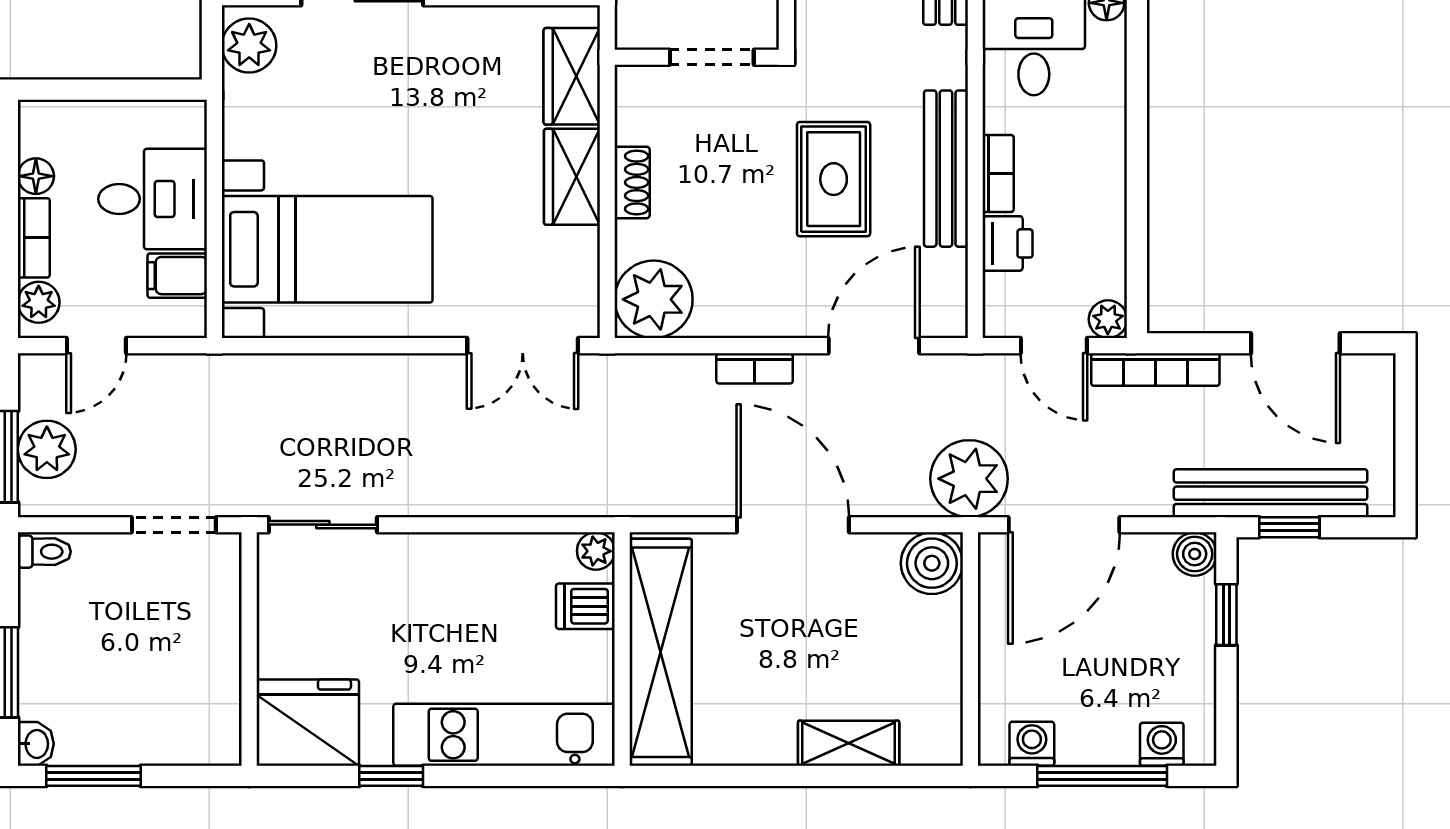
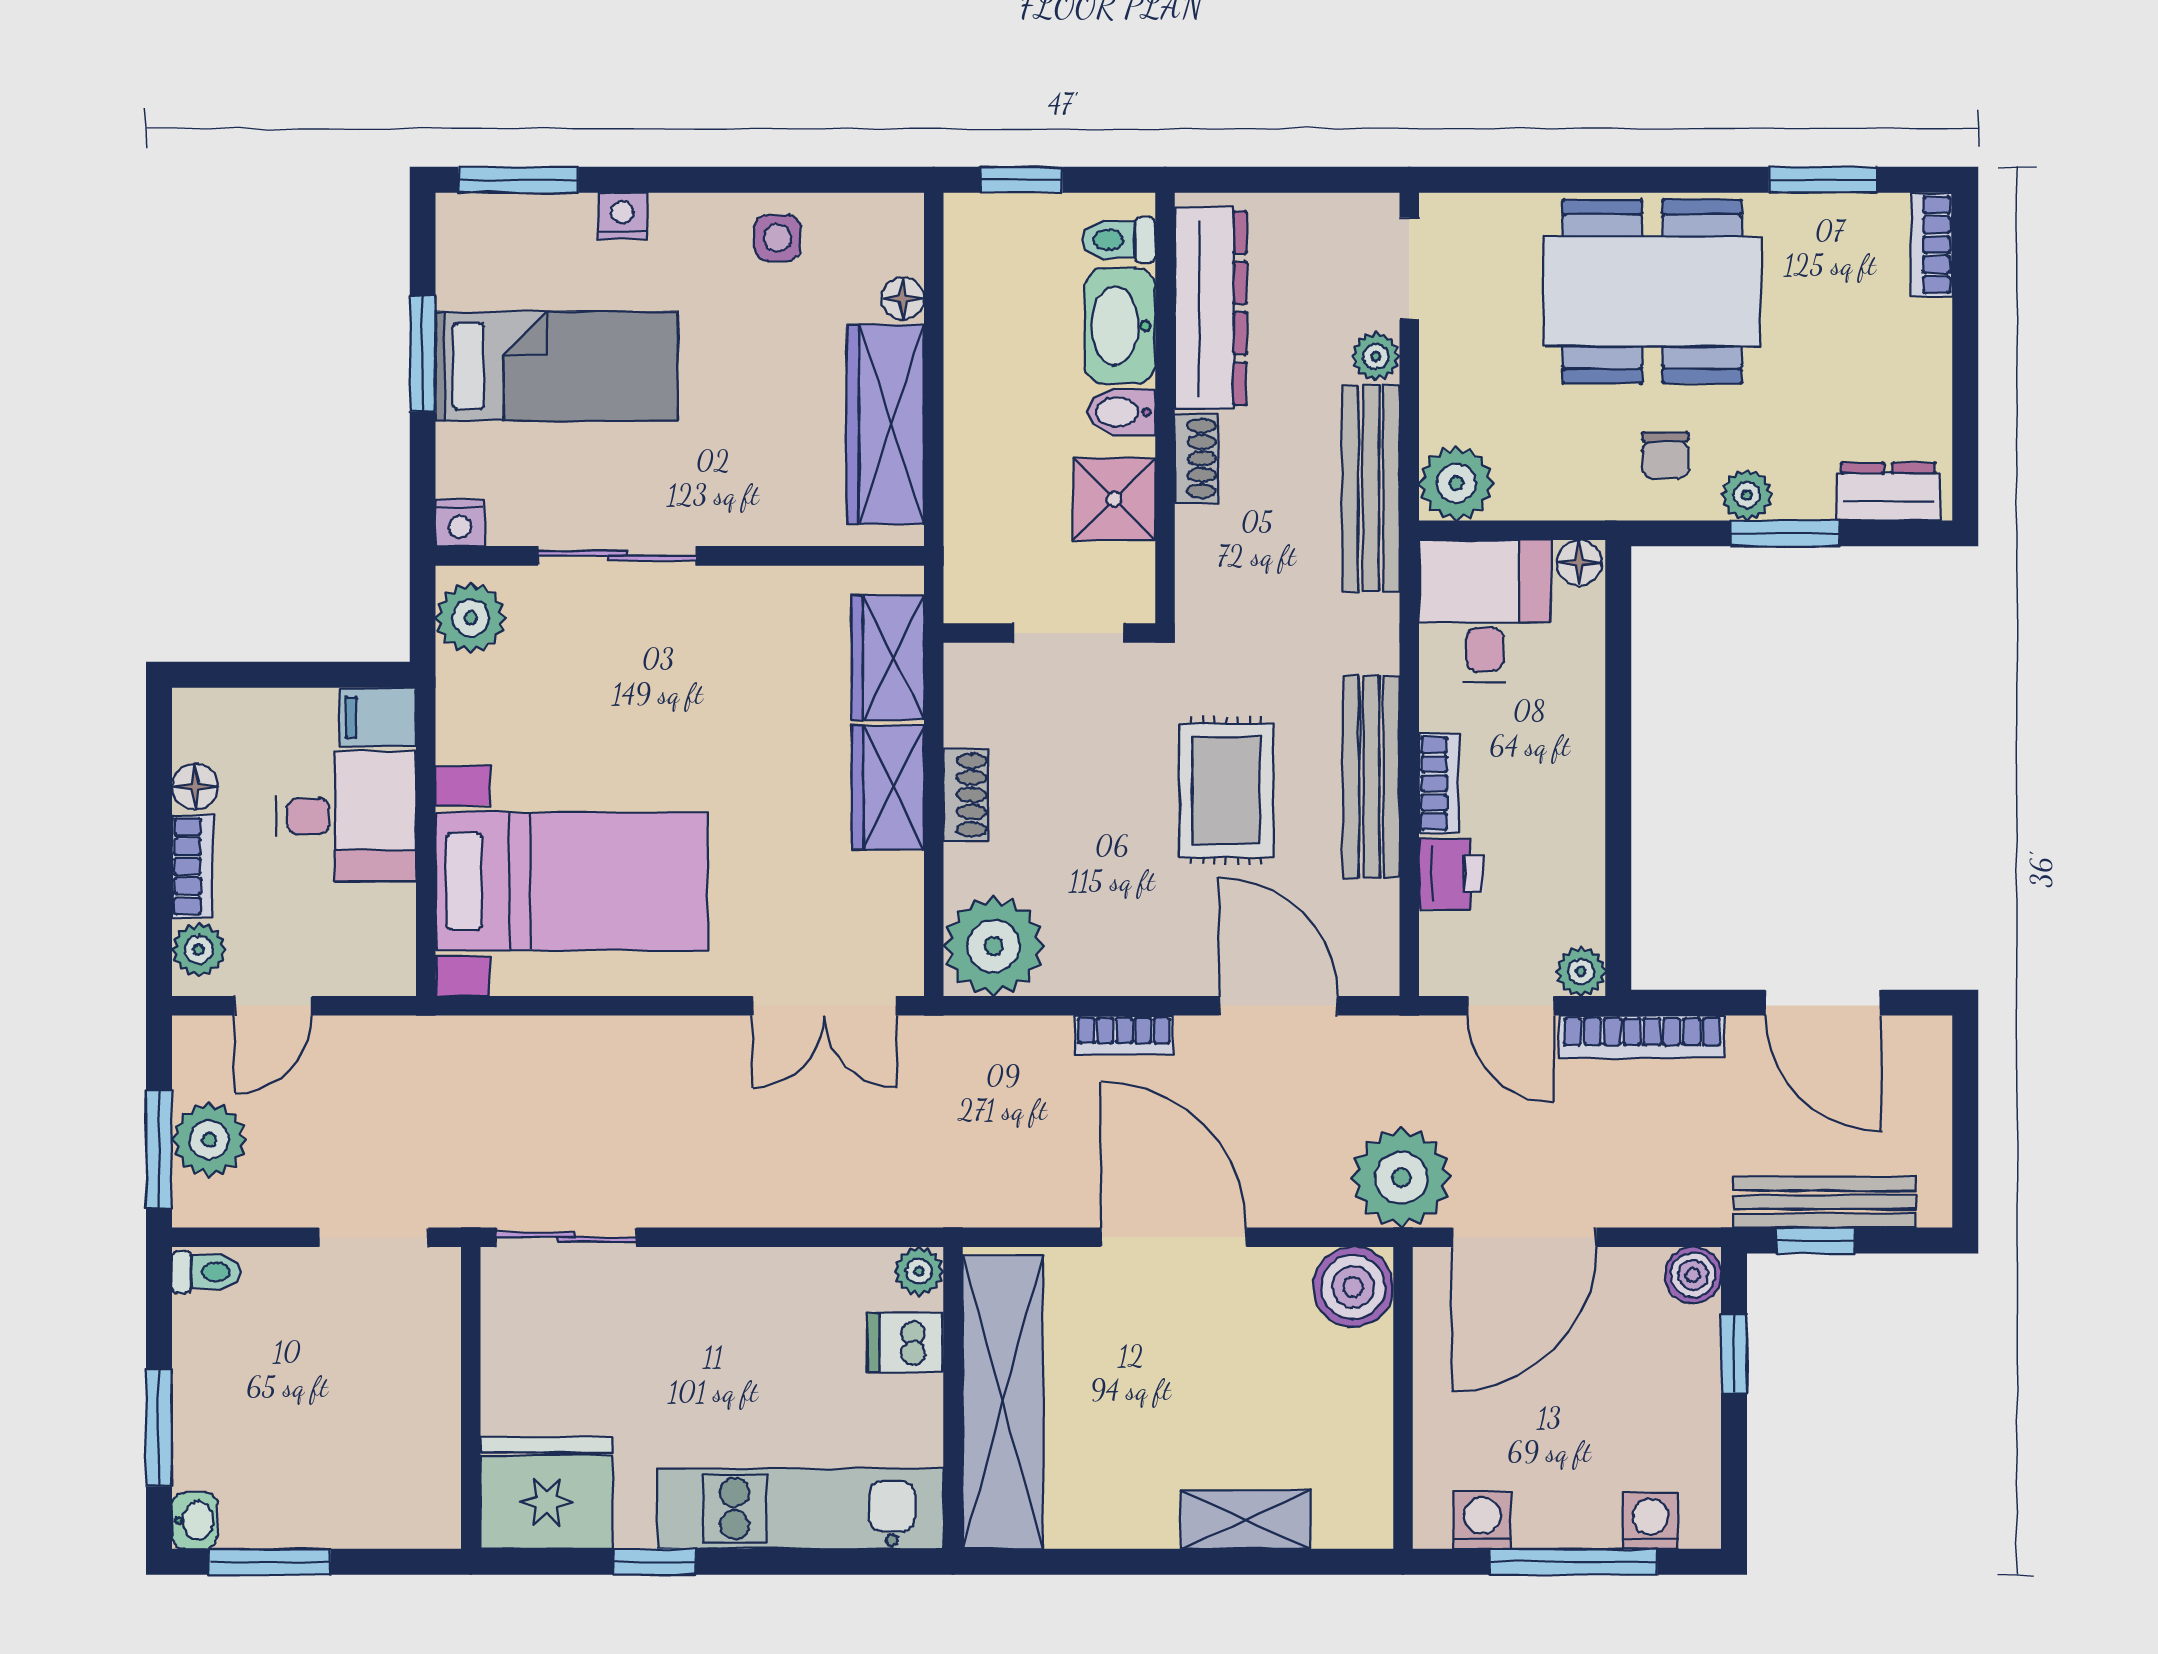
filing cabinet: (177, 276) -> (378, 717), moved
door: (874, 346) -> (1278, 1006), hinge flipped
bench: (1271, 493) -> (1824, 1202), width x0.73, depth x0.82

